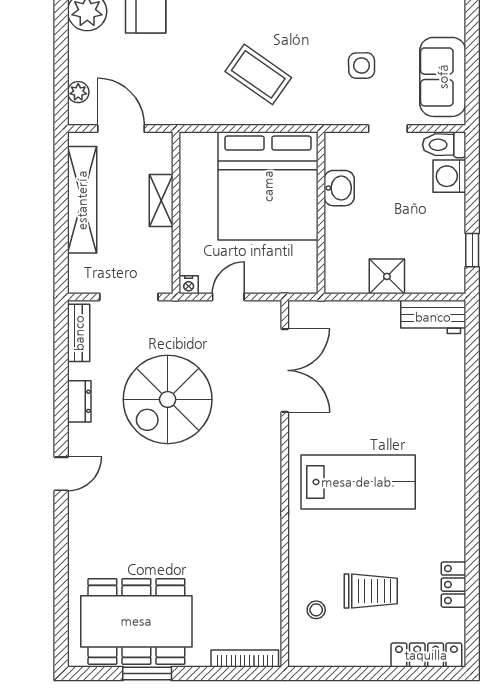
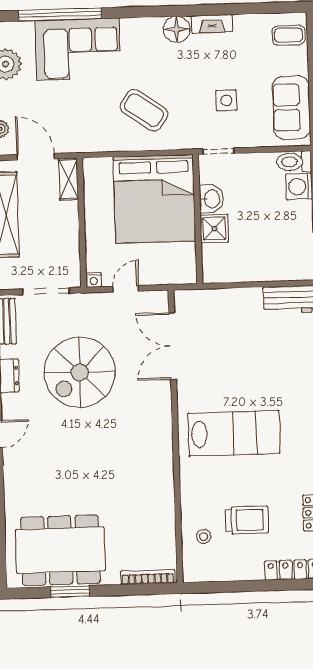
doorway: (388, 129) -> (219, 151), moved
shelving: (161, 201) -> (68, 179), moved
shower: (387, 276) -> (214, 229), moved
double door: (285, 370) -> (173, 346), swing flipped

